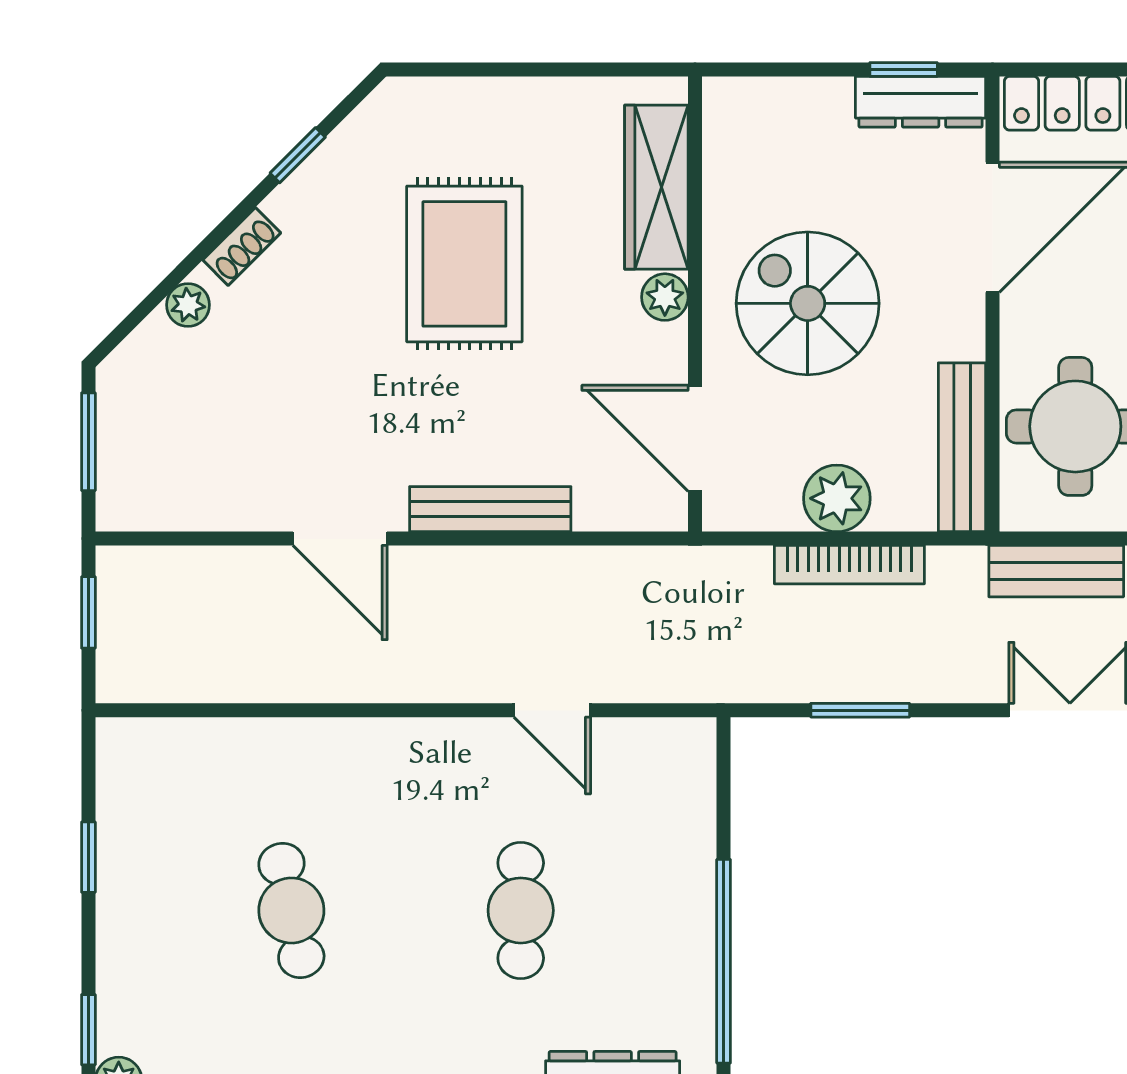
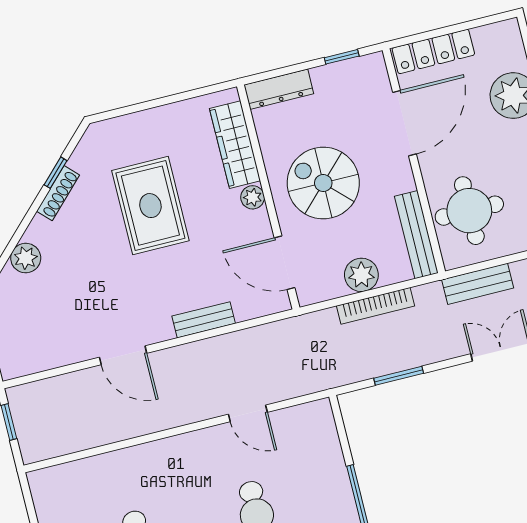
dresser: (921, 102) -> (279, 89), moved
shoe rack: (242, 246) -> (58, 193), moved, width x1.43
plant: (188, 305) -> (26, 258), width x1.38, depth x1.38
bench: (490, 509) -> (204, 320), width x0.73

